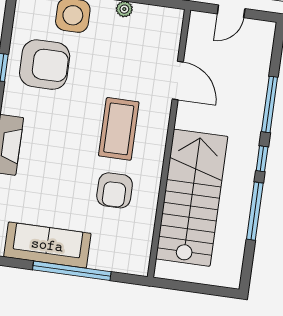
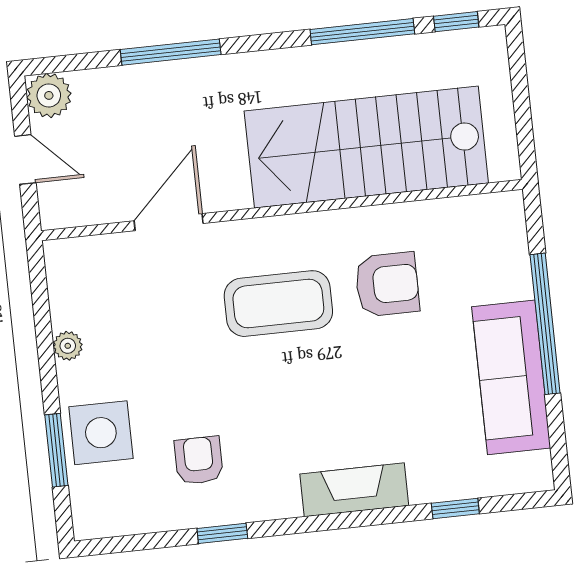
plant: (263, 33) -> (49, 95), added
armchair: (45, 65) -> (199, 460), width x0.53, depth x0.53
window: (262, 159) -> (456, 22), moved

